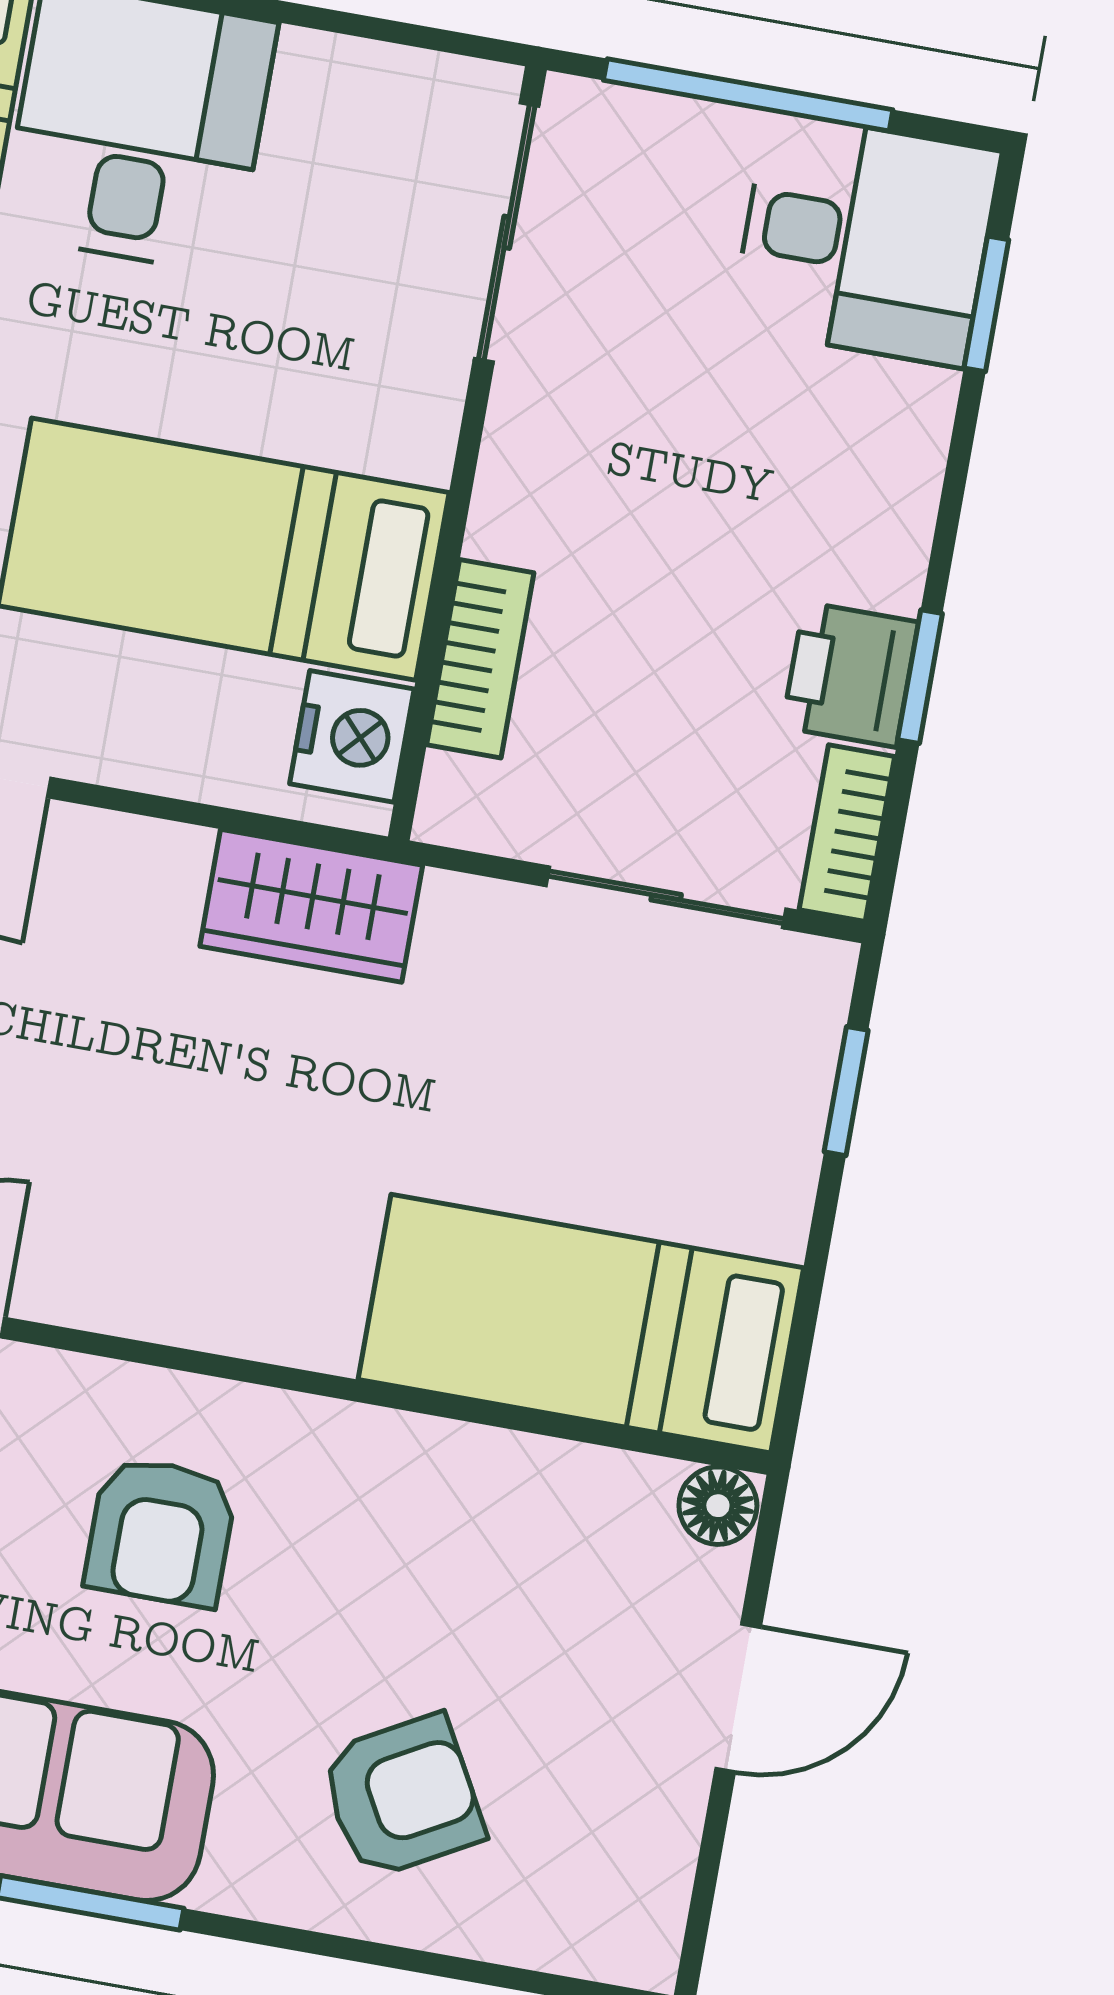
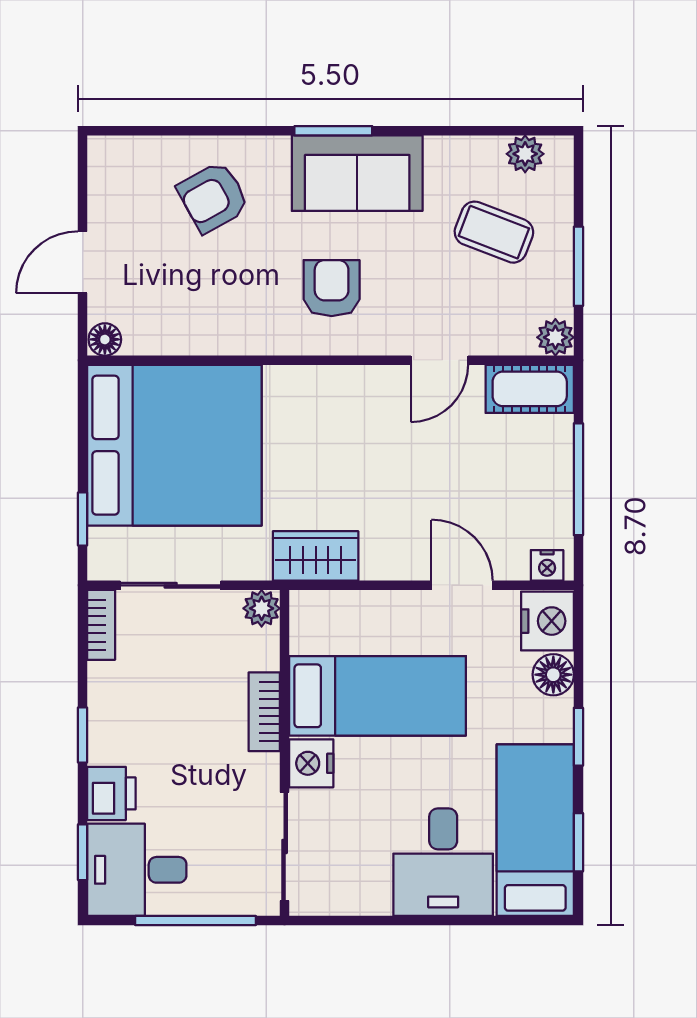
bookcase: (480, 659) -> (264, 712), moved
printer: (850, 675) -> (111, 793), moved
window: (920, 677) -> (83, 735), moved
nightstand: (352, 736) -> (311, 763), moved
plant: (461, 805) -> (262, 608), added
bed: (581, 1324) -> (174, 445), width x2.04

